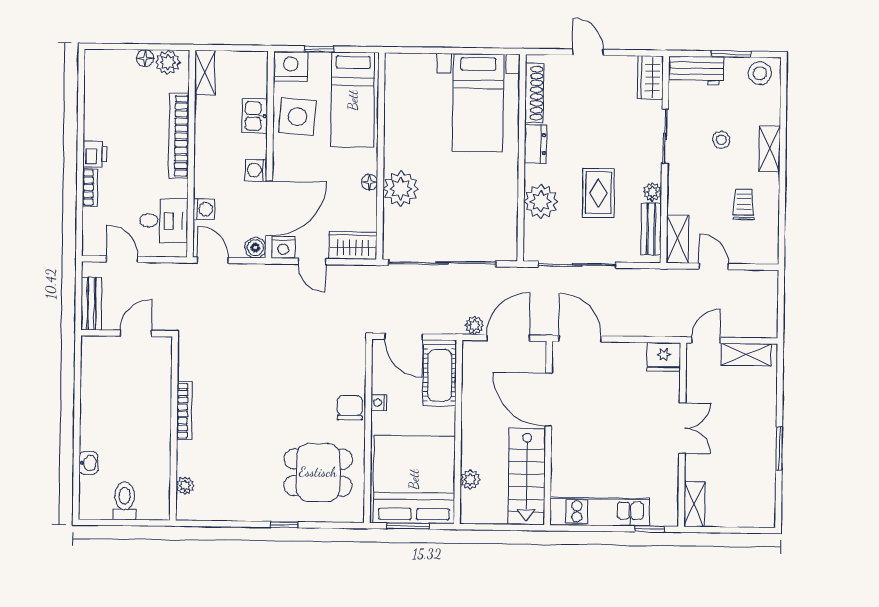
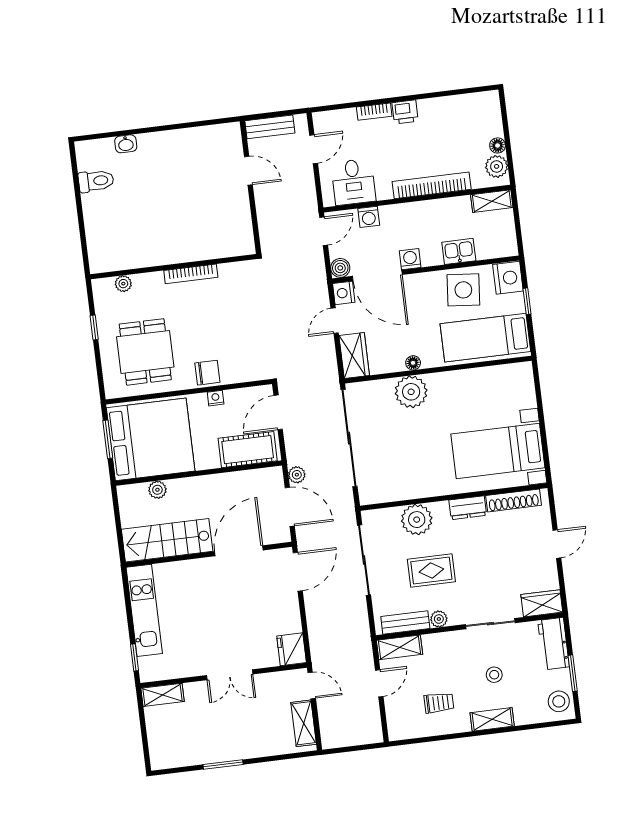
bookcase: (184, 411) -> (191, 274), moved
wall: (174, 428) -> (173, 267), moved
plant: (185, 486) -> (123, 284), moved

